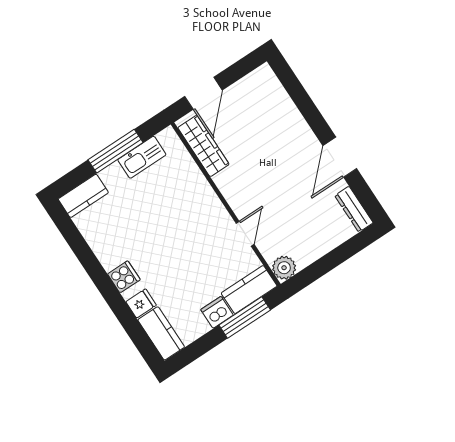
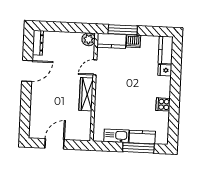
door: (203, 93) -> (54, 144), moved
wardrobe: (203, 146) -> (86, 94), moved
window: (116, 151) -> (138, 148), moved
kitchen counter: (83, 196) -> (142, 137), moved
cooker: (124, 277) -> (163, 104), moved

